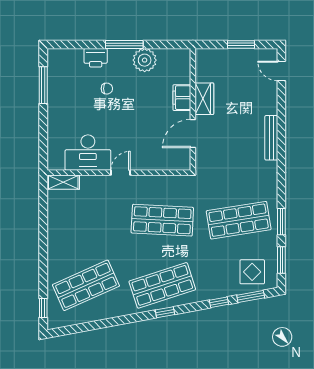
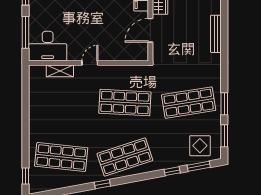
window: (43, 136) -> (26, 32), added
desk: (88, 153) -> (48, 46), moved
shelving: (63, 182) -> (60, 71), moved
shop shelf: (86, 285) -> (61, 157), turned 30
window: (165, 312) -> (102, 184), moved

